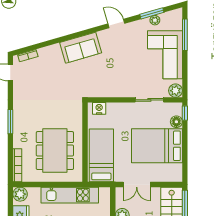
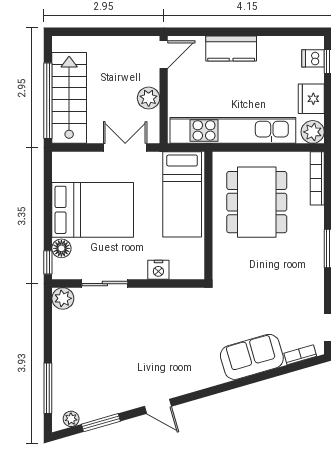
plant: (155, 20) -> (71, 419), moved
sofa: (81, 48) -> (252, 357), moved
corner sofa: (165, 55) -> (80, 356), removed
nightstand: (99, 108) -> (158, 270), moved
kitchen unit: (70, 195) -> (233, 130), width x1.36

